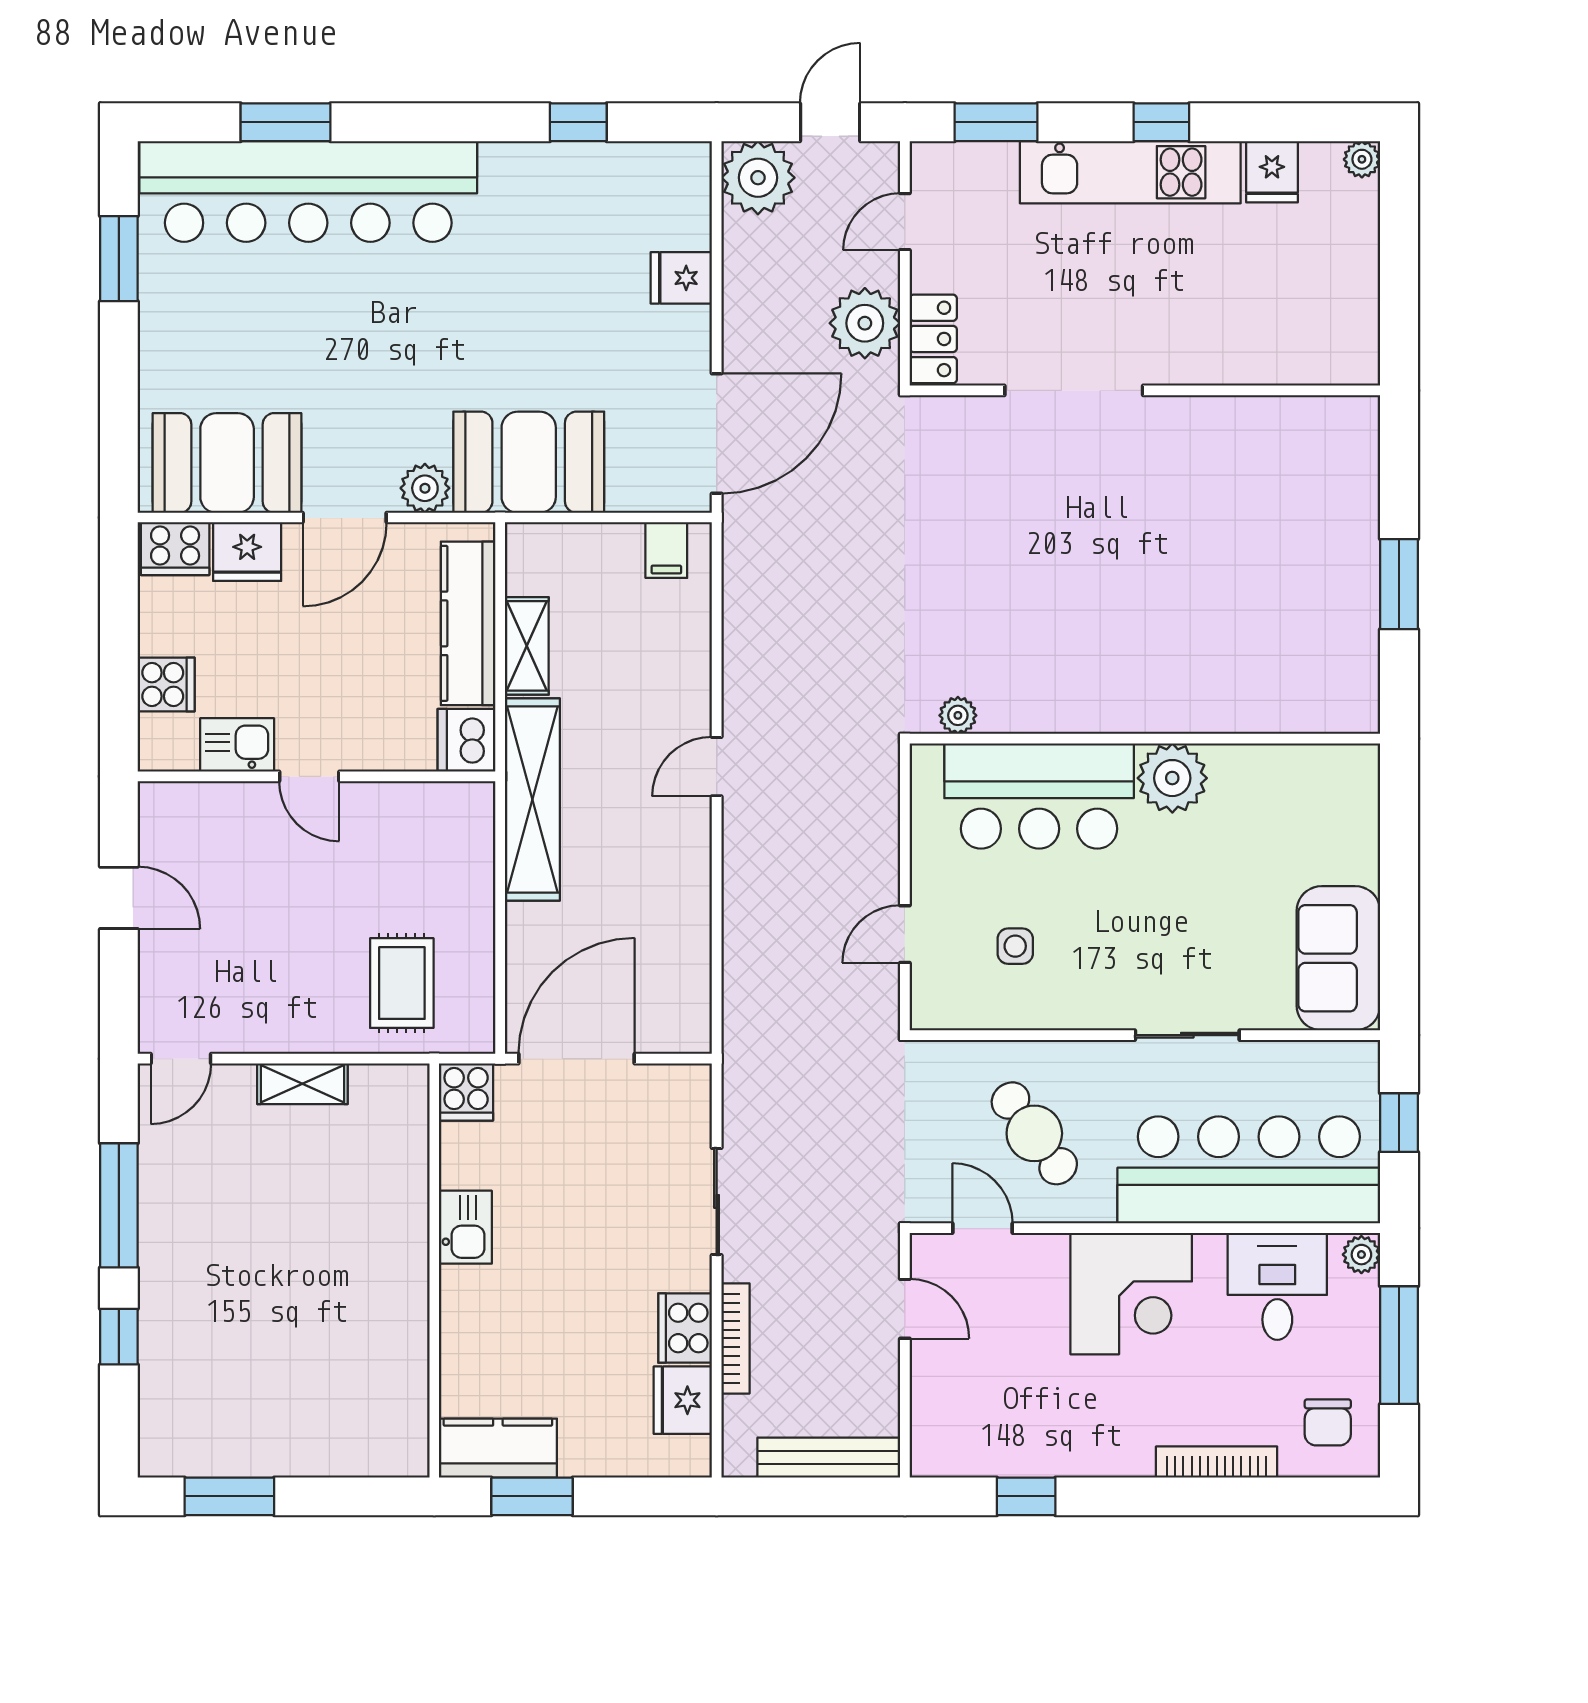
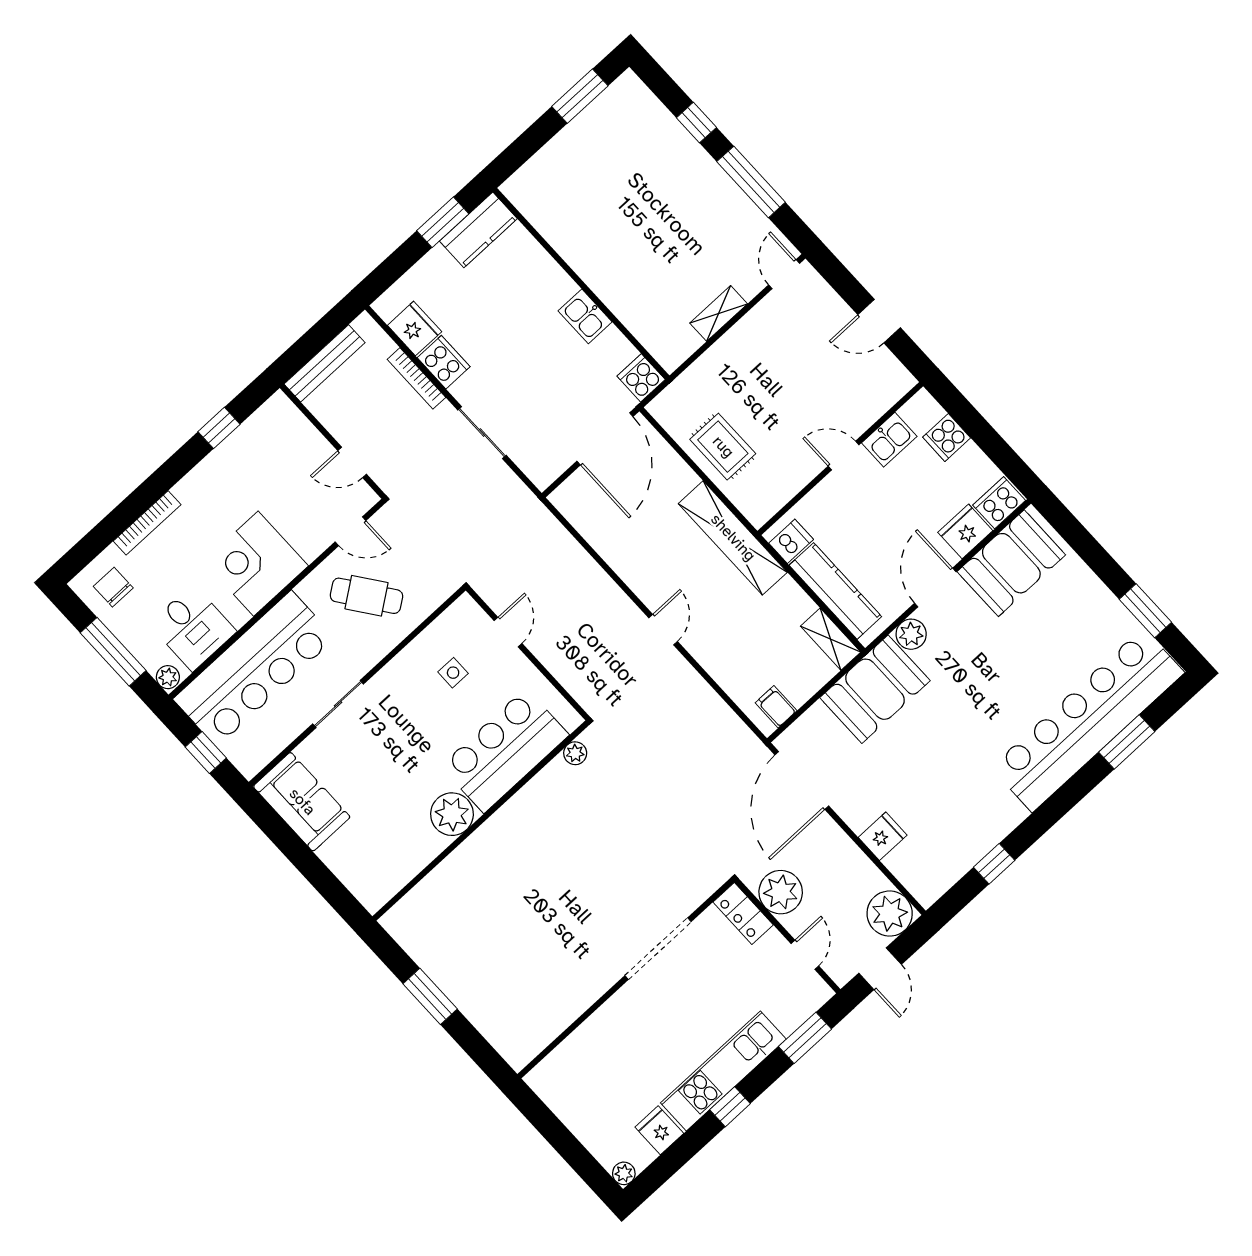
shelving: (527, 646) -> (831, 639), moved
dishwasher: (466, 740) -> (791, 541), width x0.73
rug: (402, 983) -> (723, 447), moved

